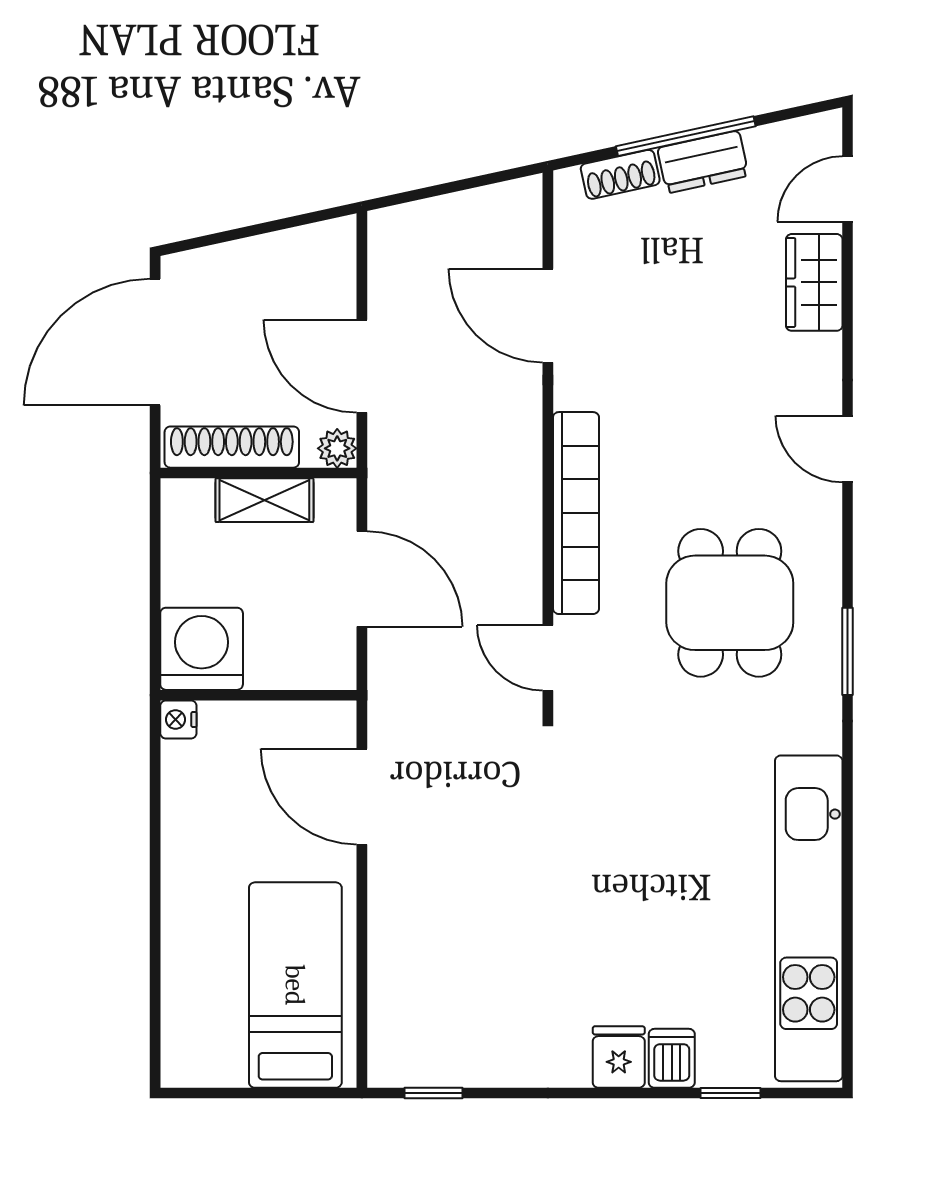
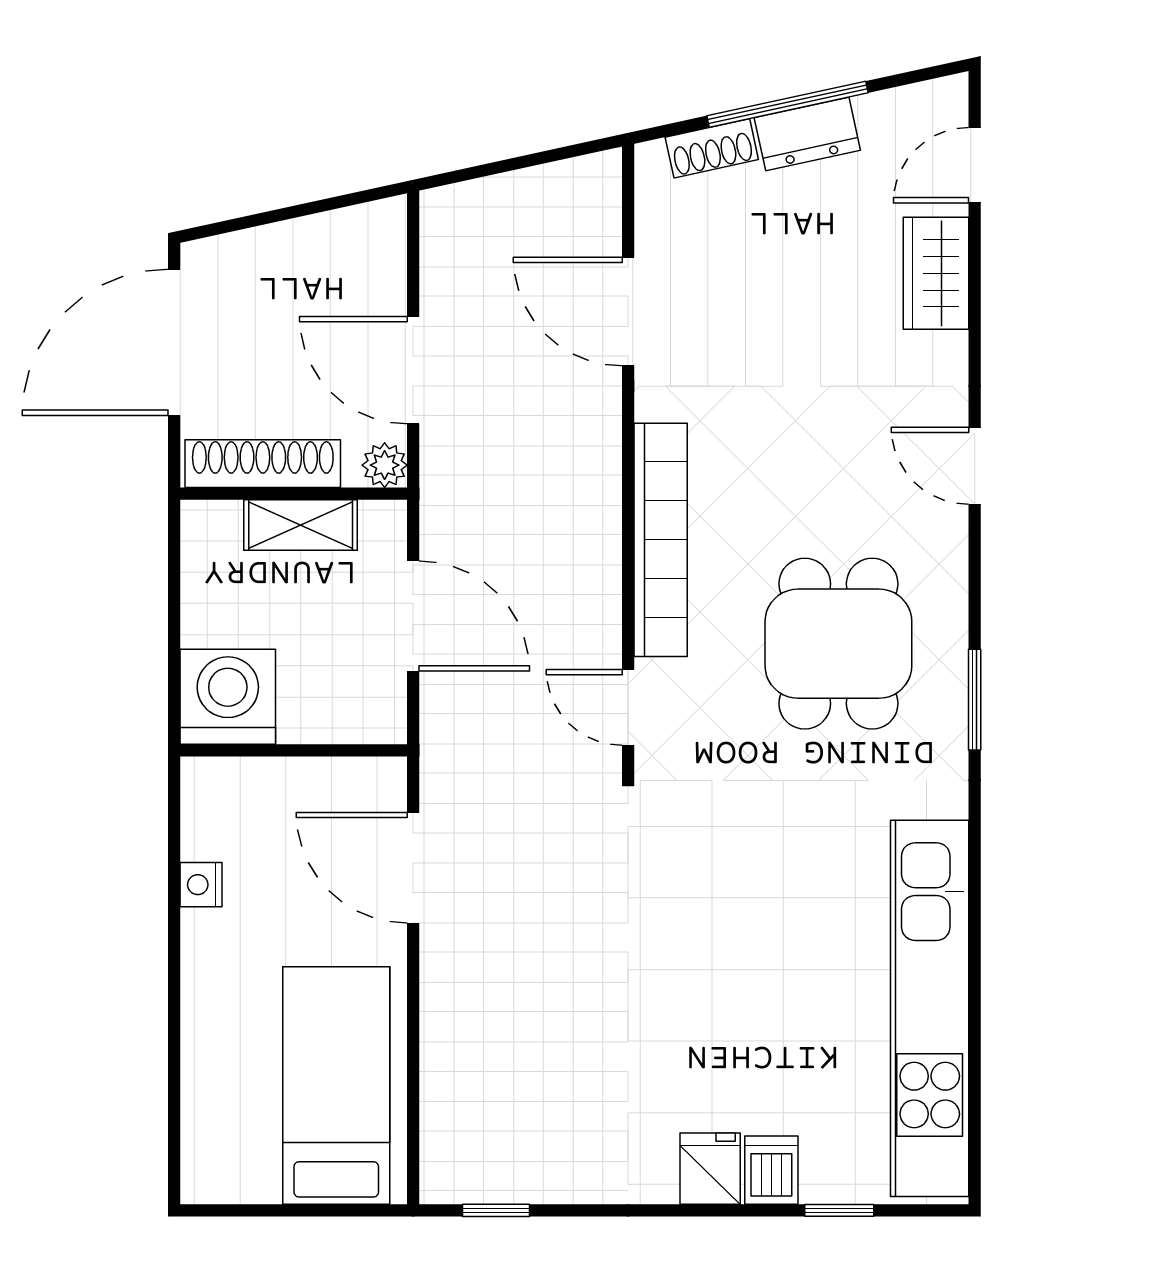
nightstand: (178, 719) -> (201, 885), moved

